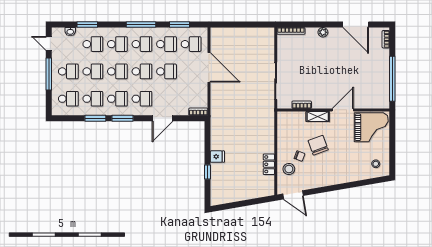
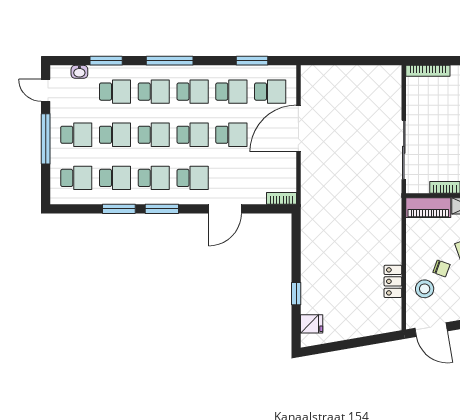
window: (141, 25) -> (170, 61), moved
door: (209, 67) -> (298, 128), swing flipped
piano: (291, 118) -> (428, 208), added
fridge: (217, 157) -> (312, 324), moved

